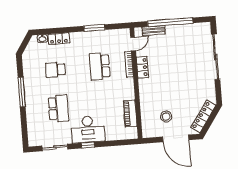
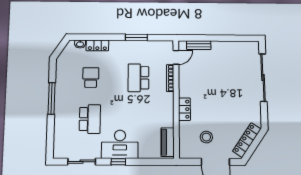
window: (170, 22) -> (217, 38), removed
locker: (142, 67) -> (184, 109), moved
school desk: (56, 70) -> (91, 78), turned 90
piano: (130, 114) -> (167, 142), moved

